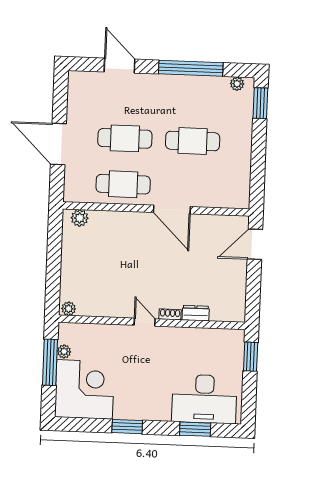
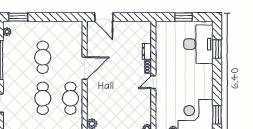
window: (251, 357) -> (183, 17), moved
window: (127, 427) -> (217, 115), moved

